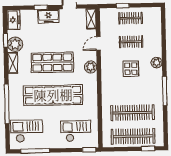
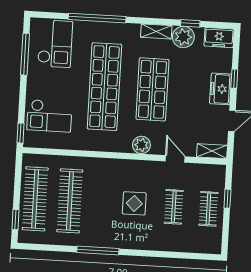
plant: (157, 63) -> (140, 242), removed
checkout: (76, 131) -> (49, 116), turned 90

